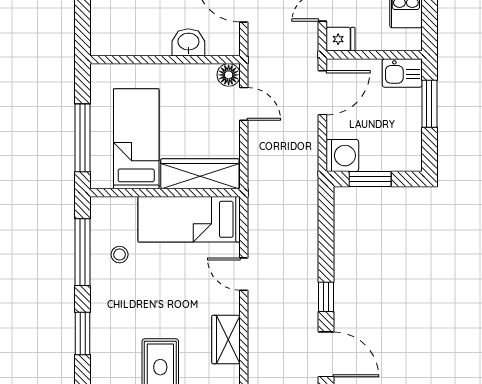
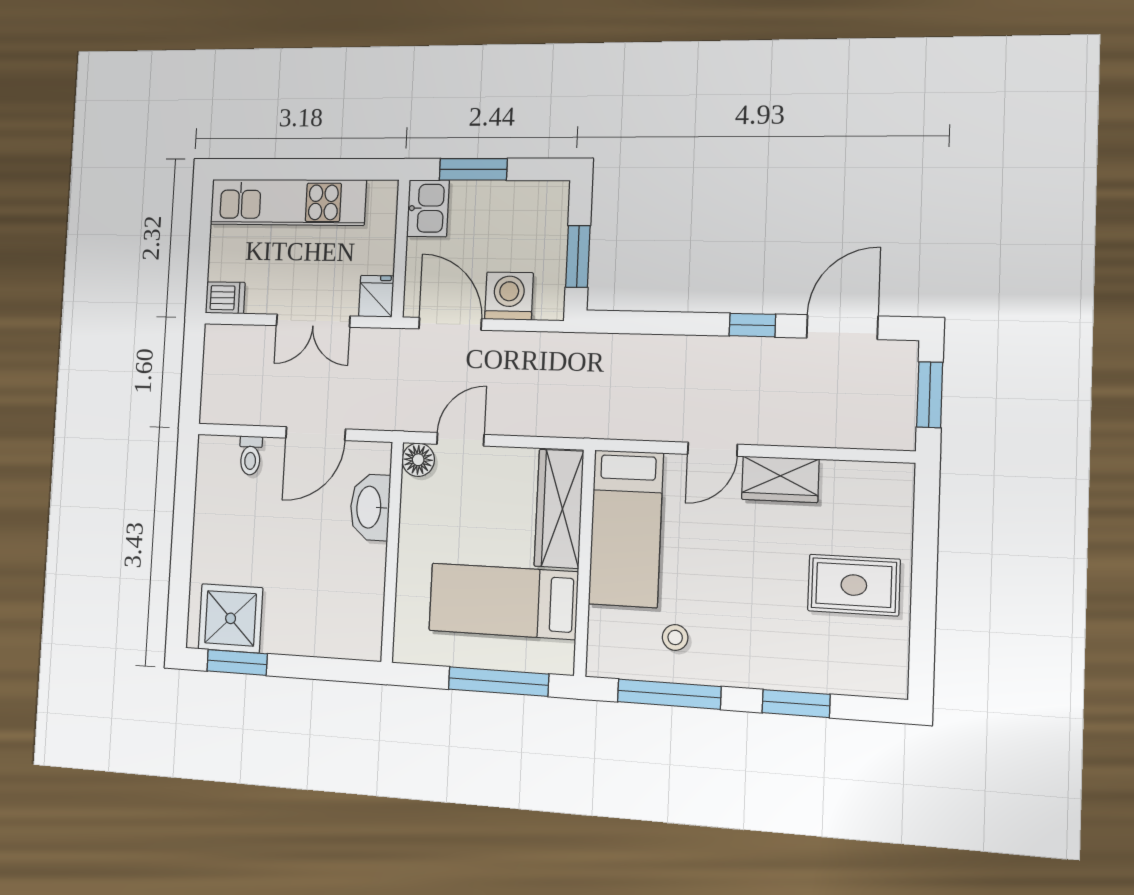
washbasin: (188, 42) -> (370, 507), width x1.38
washing machine: (342, 156) -> (509, 296), moved
wardrobe: (226, 340) -> (780, 479), moved

